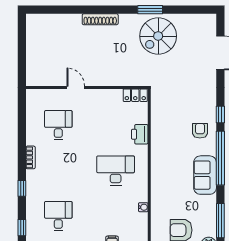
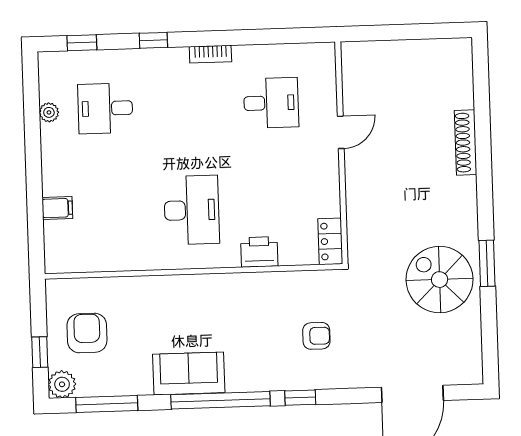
shoe rack: (100, 19) -> (466, 142), moved
armchair: (200, 131) -> (316, 336), moved
water cooler: (143, 207) -> (126, 263), removed
desk: (58, 216) -> (105, 108), turned 180

